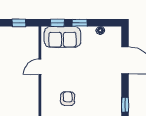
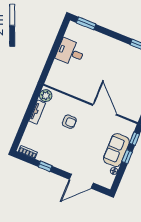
sofa: (62, 37) -> (116, 150), moved
door: (40, 67) -> (104, 110), width x1.88

